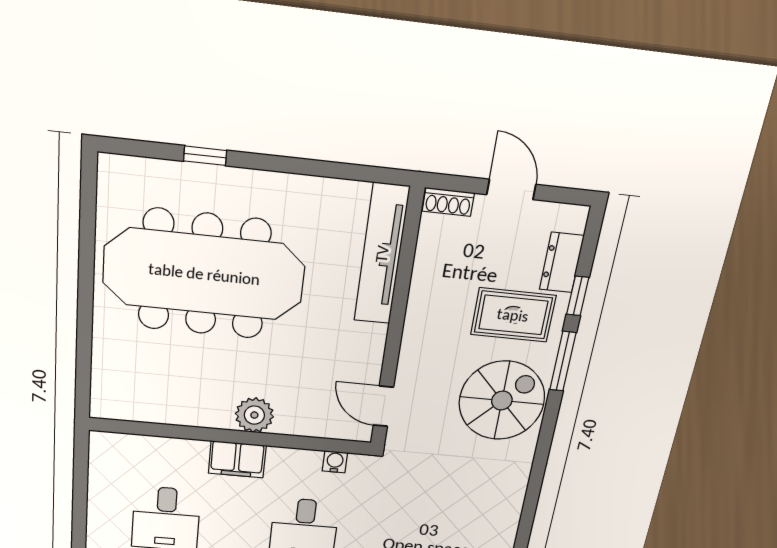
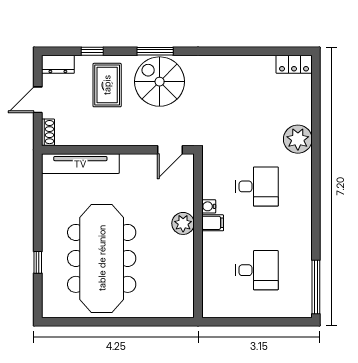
dresser: (562, 263) -> (58, 64), moved
window: (563, 361) -> (155, 51), moved
filing cabinet: (237, 459) -> (213, 223), width x0.50
water cooler: (335, 462) -> (209, 206), moved

